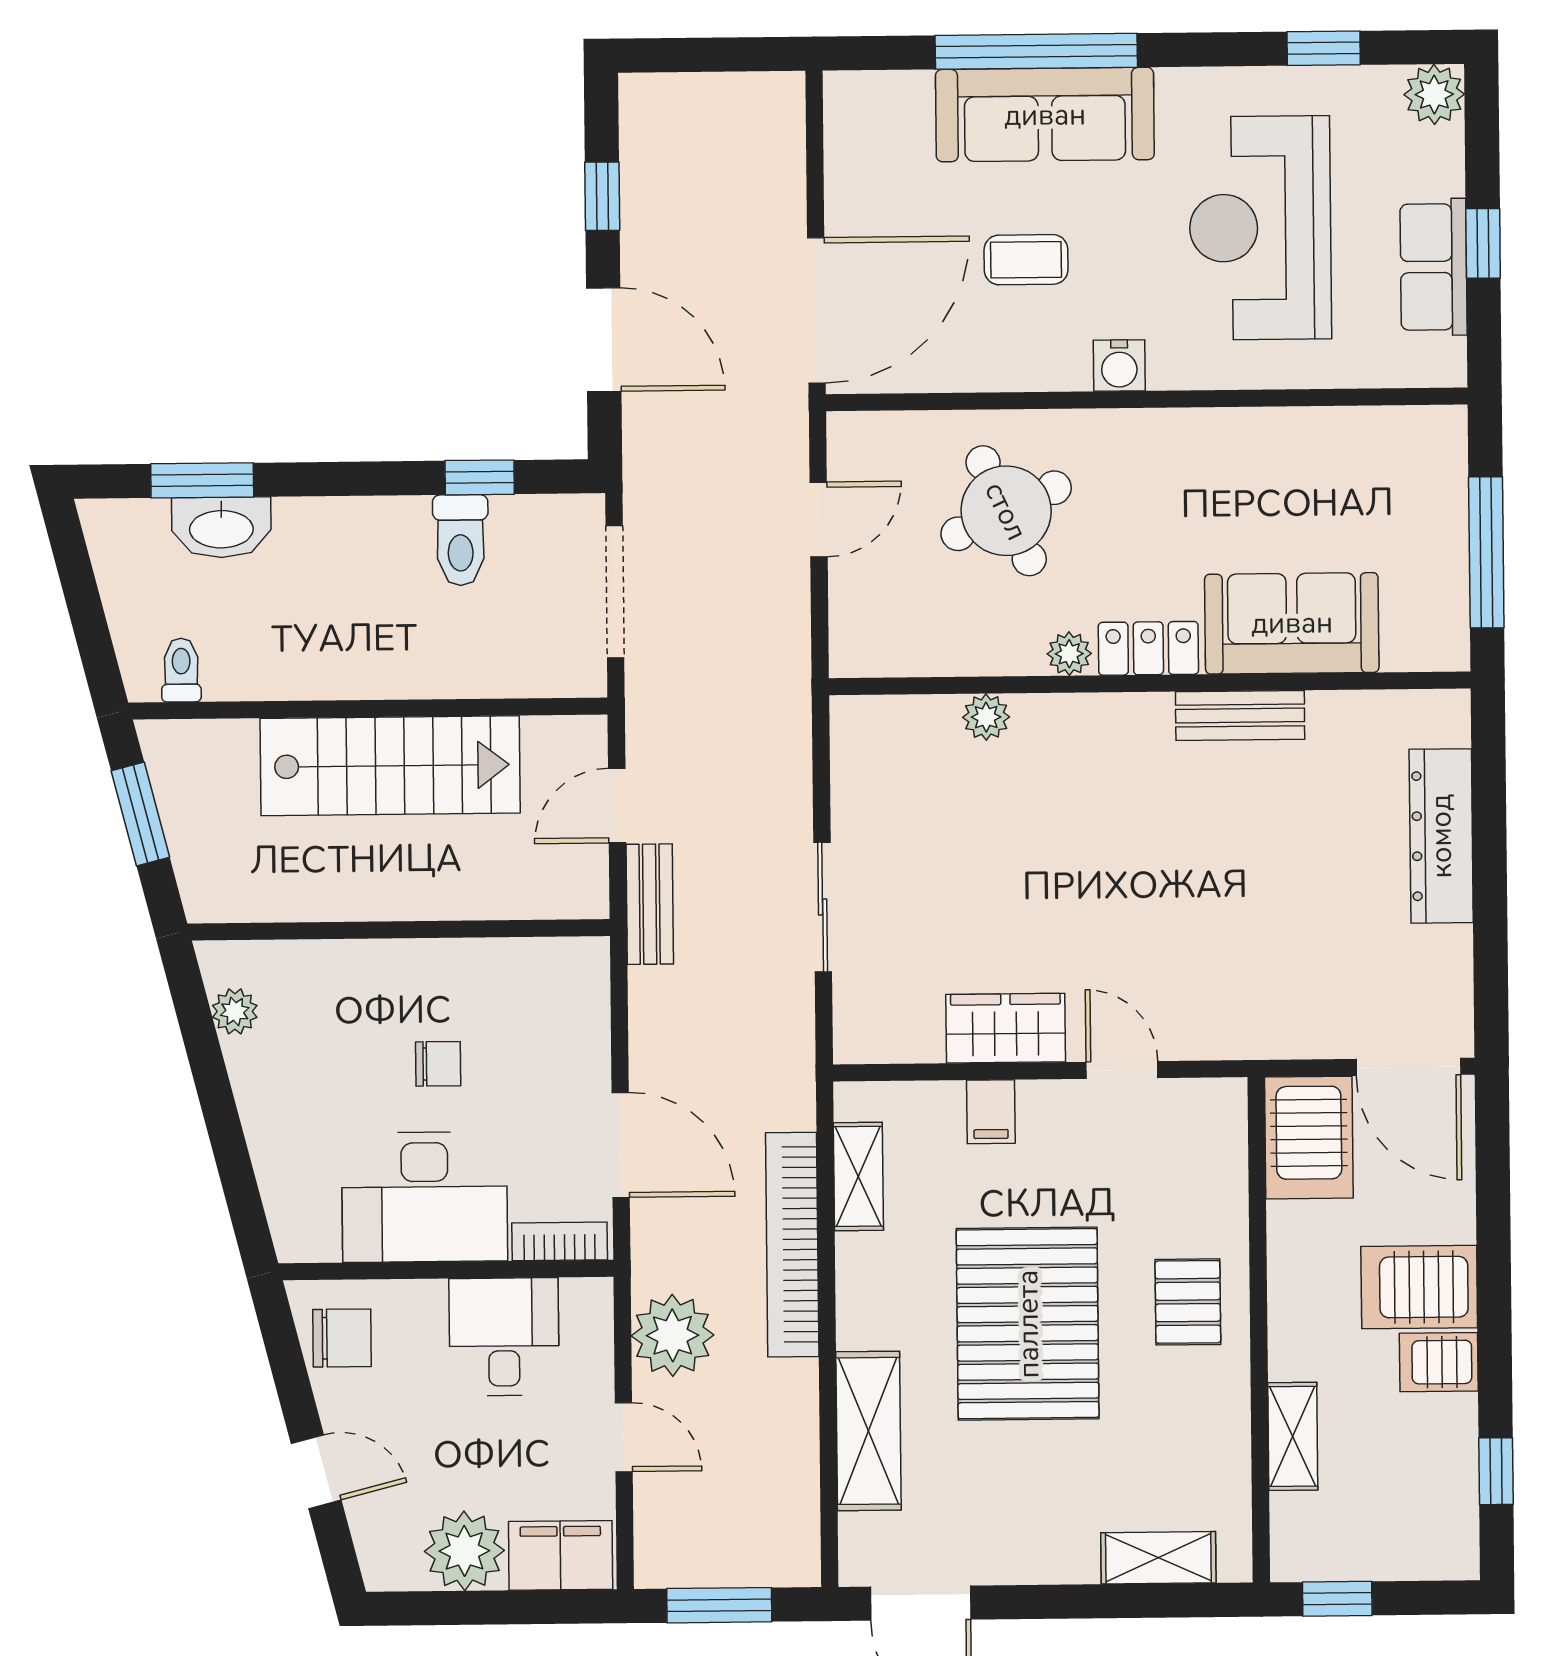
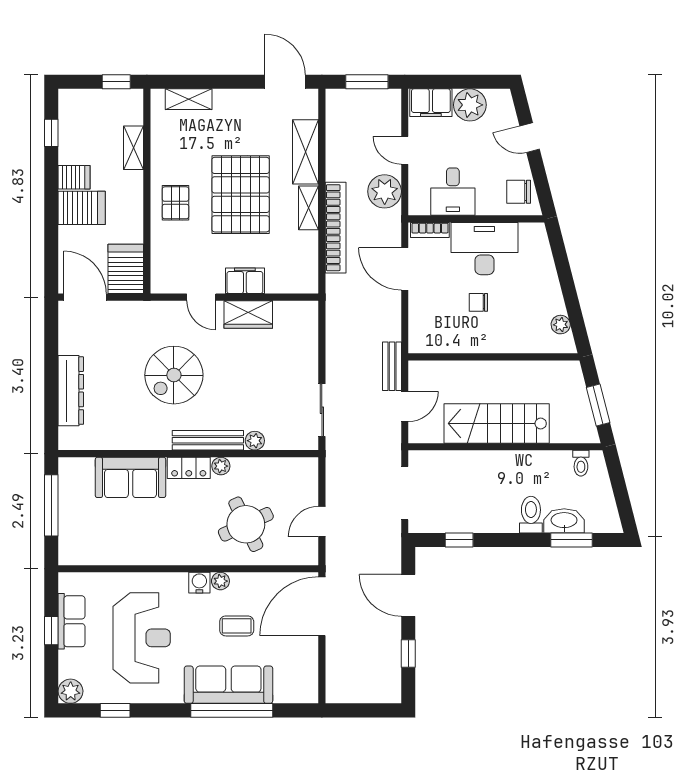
plant: (1067, 370) -> (220, 581), added
toilet: (461, 540) -> (531, 515), moved
bench: (1240, 716) -> (208, 440), moved, width x1.36
spiral stairs: (1187, 877) -> (174, 375), added
sliding door: (823, 907) -> (322, 410), moved
filing cabinet: (991, 1112) -> (245, 281), width x2.00
shelving: (858, 1176) -> (309, 208), moved

